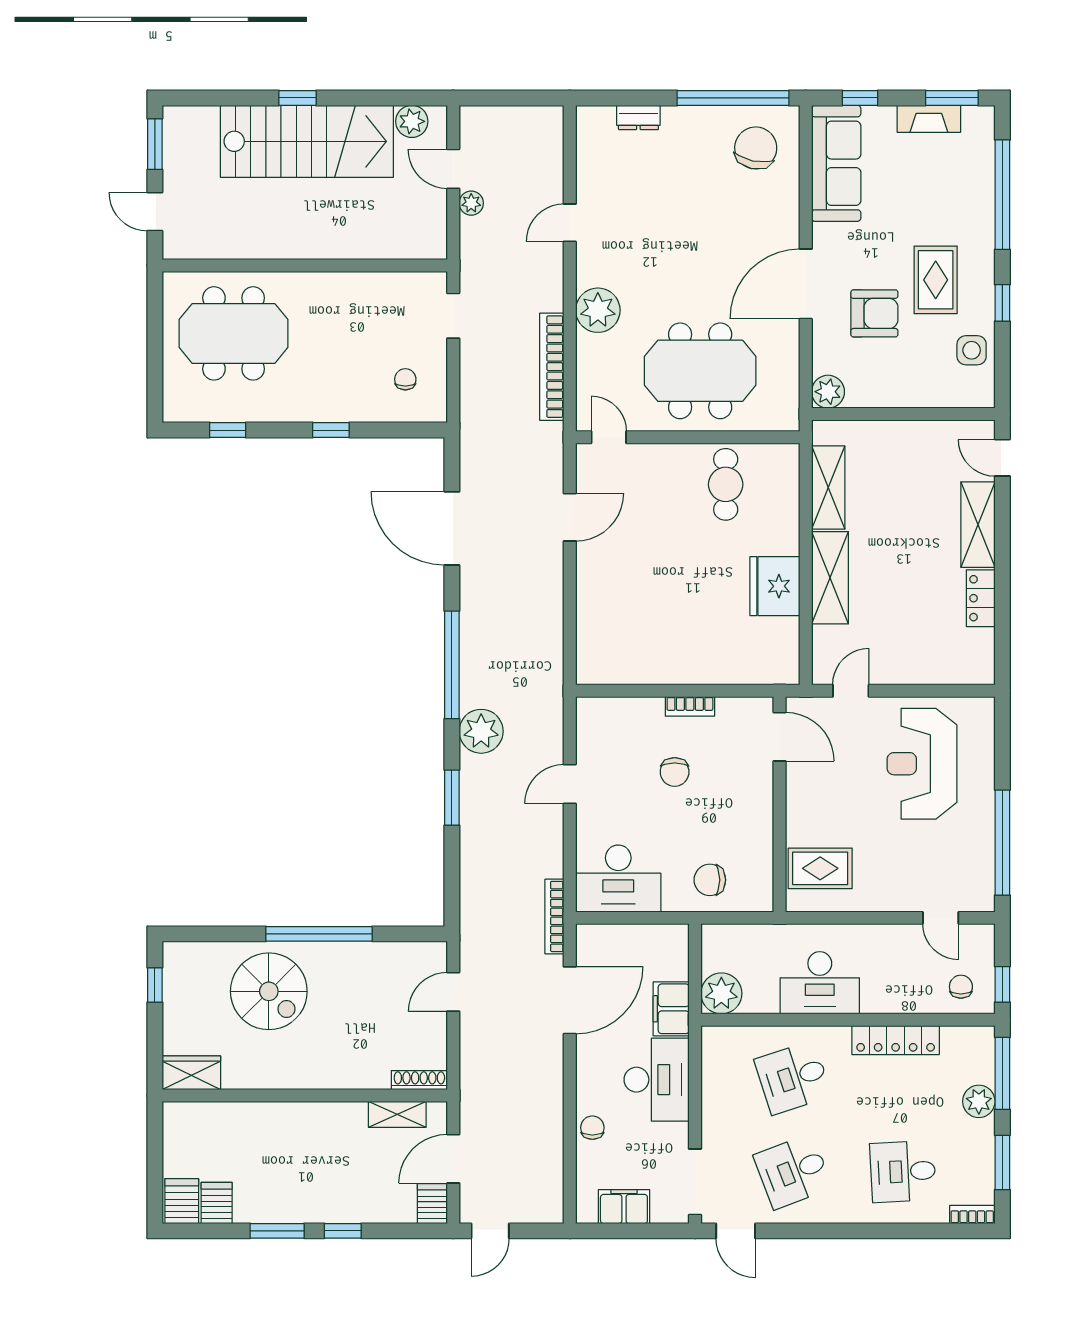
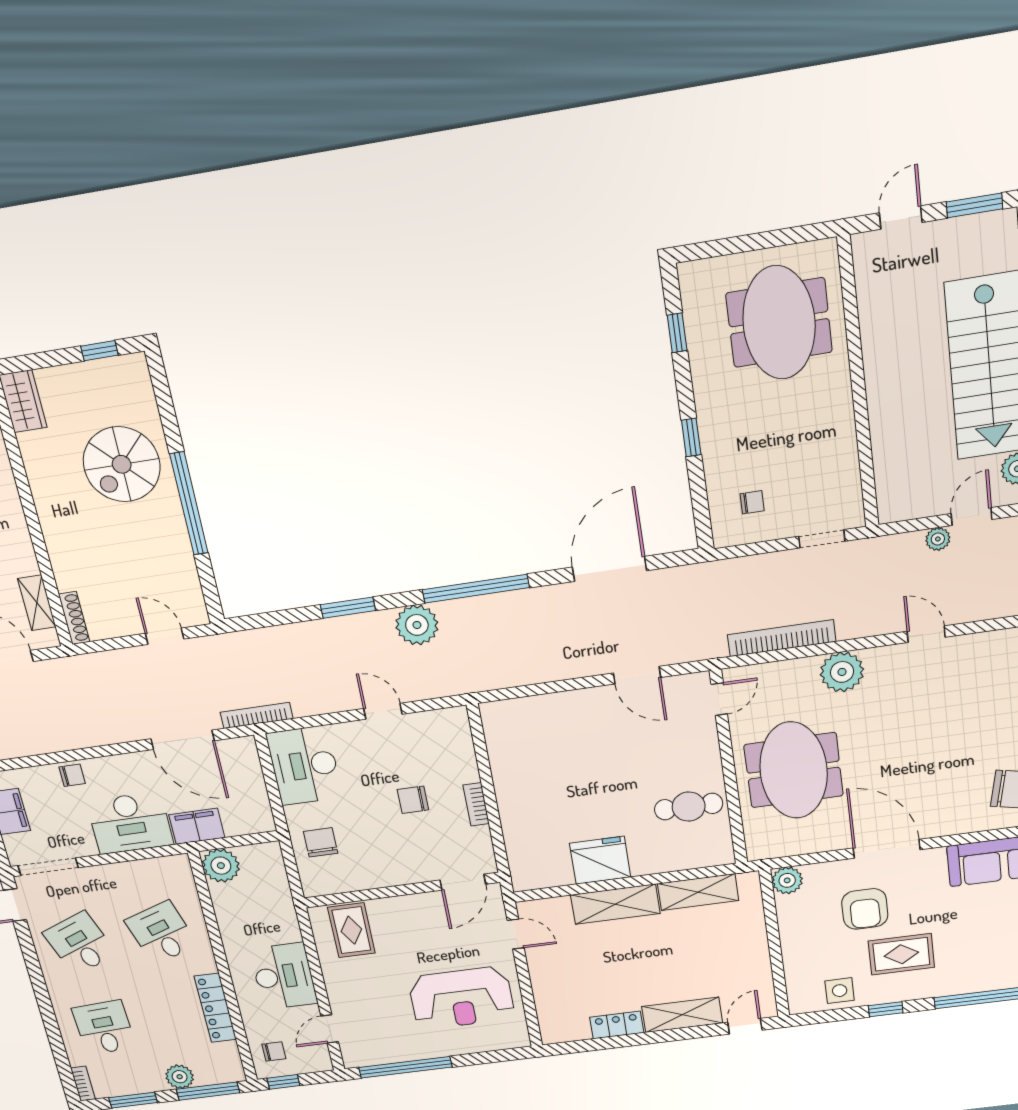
reception desk: (922, 764) -> (461, 998), turned 180
desk: (820, 983) -> (284, 976), moved, turned 180

